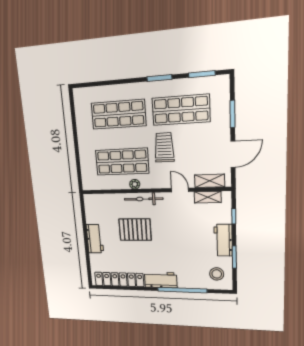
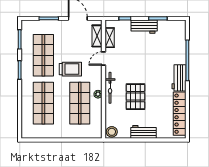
trolley: (164, 147) -> (70, 69), turned 180
stool: (217, 274) -> (112, 132), moved

